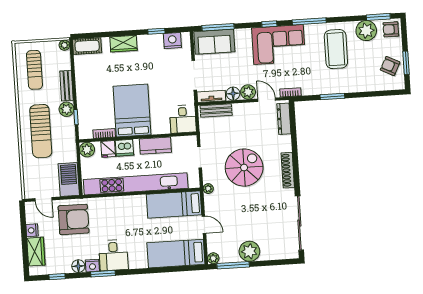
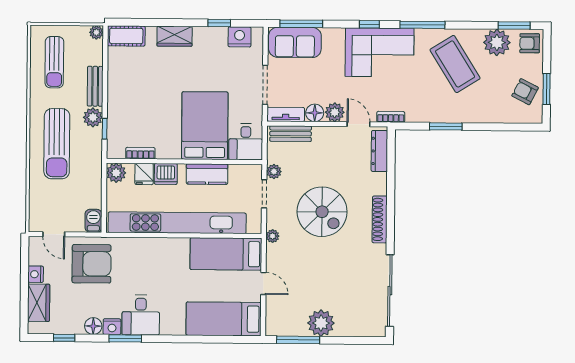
coffee table: (336, 49) -> (455, 64), turned -32
bed: (132, 110) -> (205, 126), moved
spiral stairs: (244, 168) -> (322, 212), turned 90
barbecue: (69, 179) -> (93, 221), width x0.53, depth x0.65
plant: (213, 258) -> (274, 171), moved

